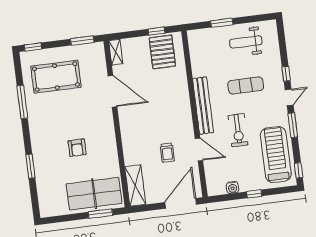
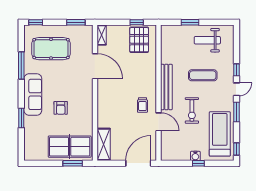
sofa: (41, 136) -> (33, 94), added
trolley: (167, 153) -> (142, 105), moved
water cooler: (232, 187) -> (195, 156), moved

